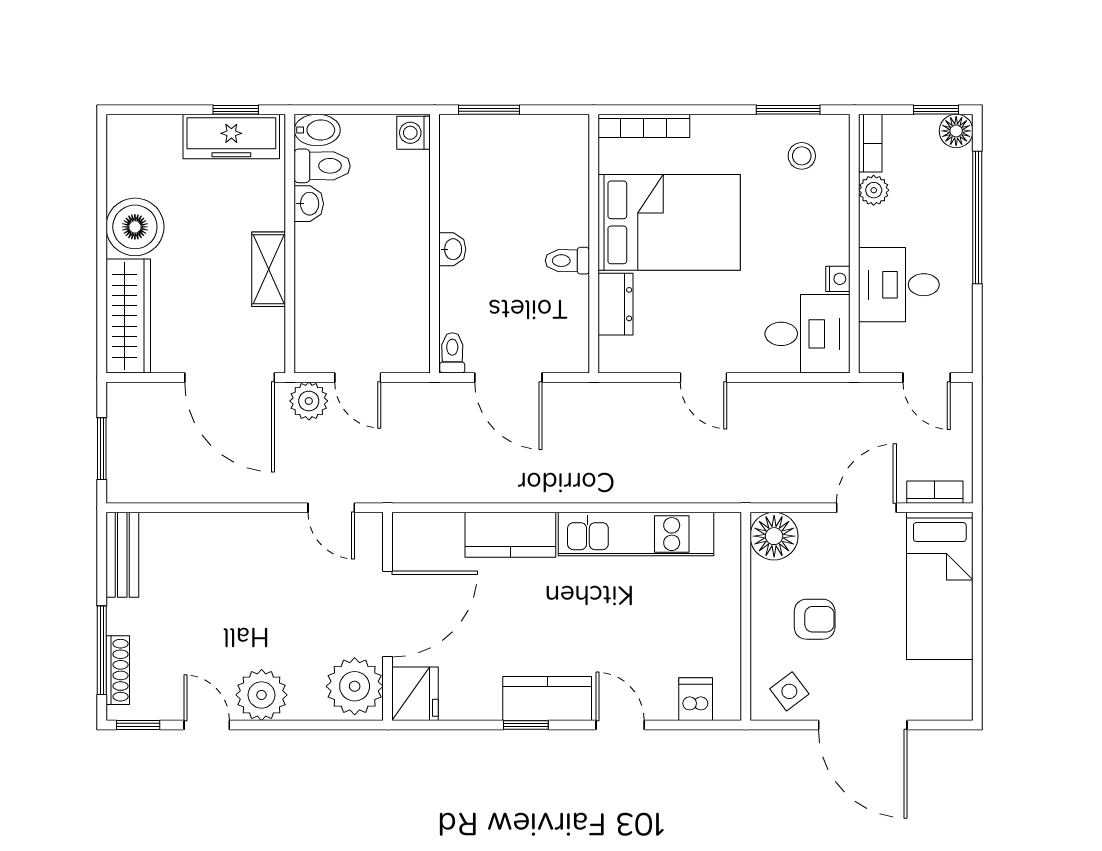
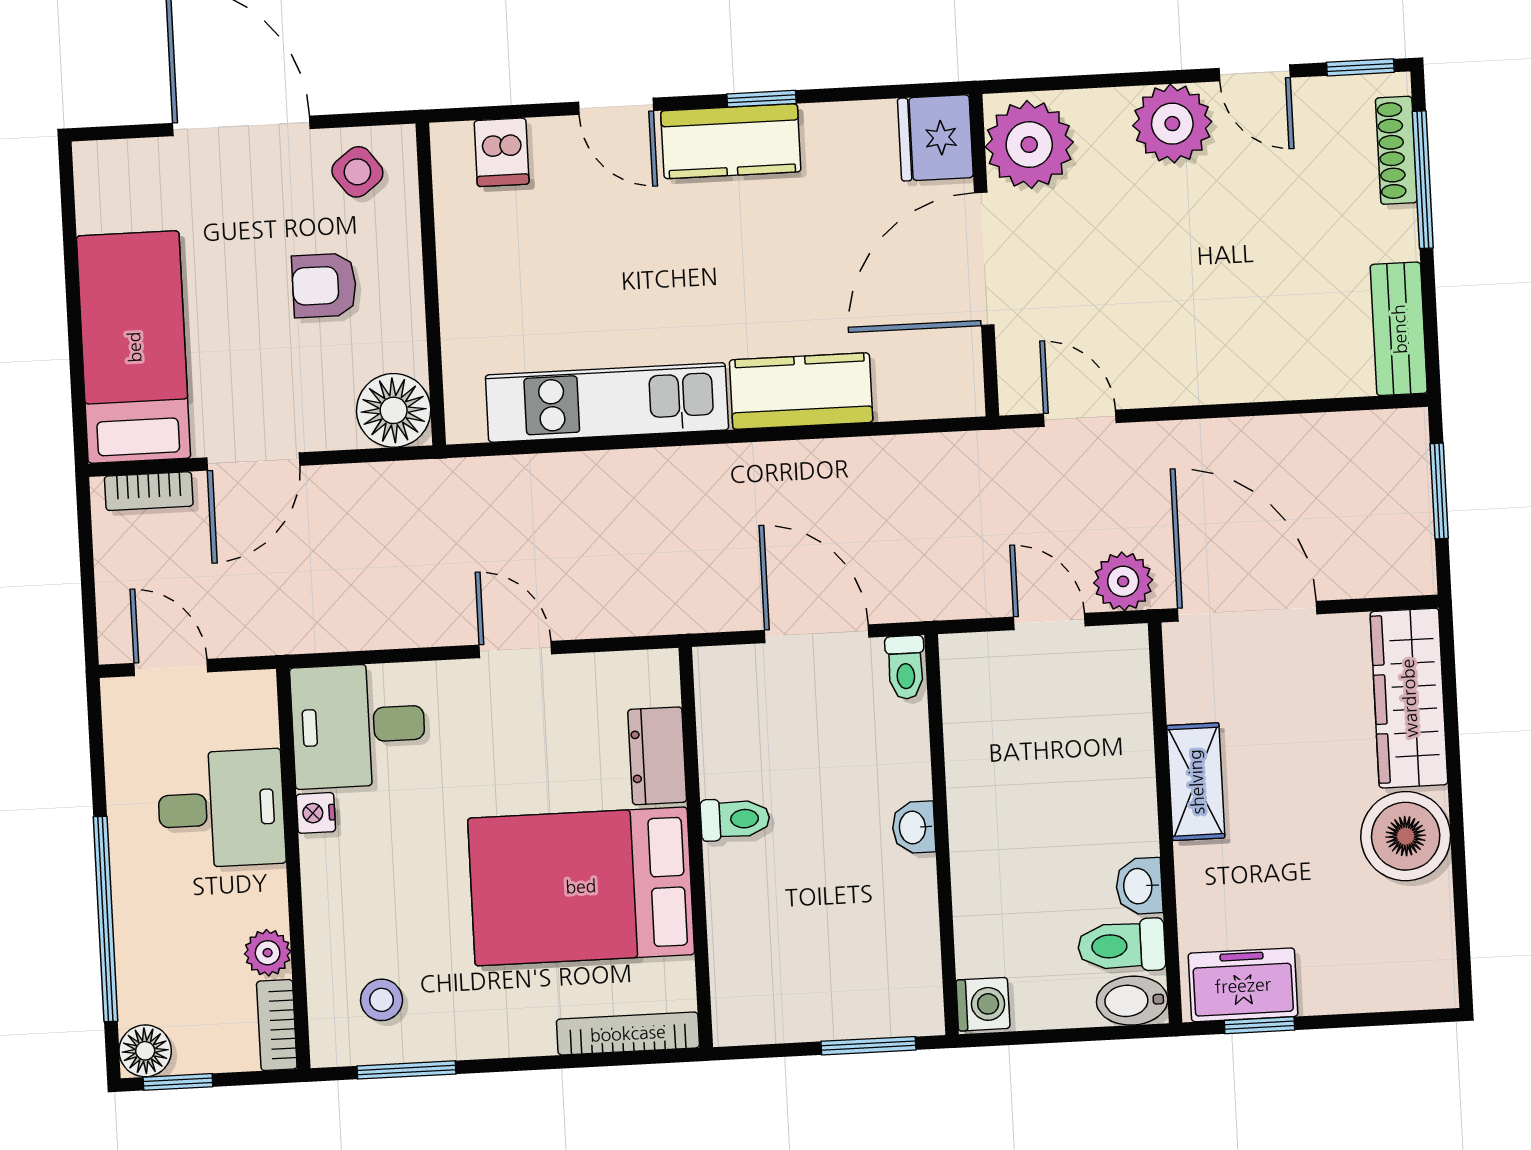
freezer: (231, 136) -> (1243, 985), width x0.71

